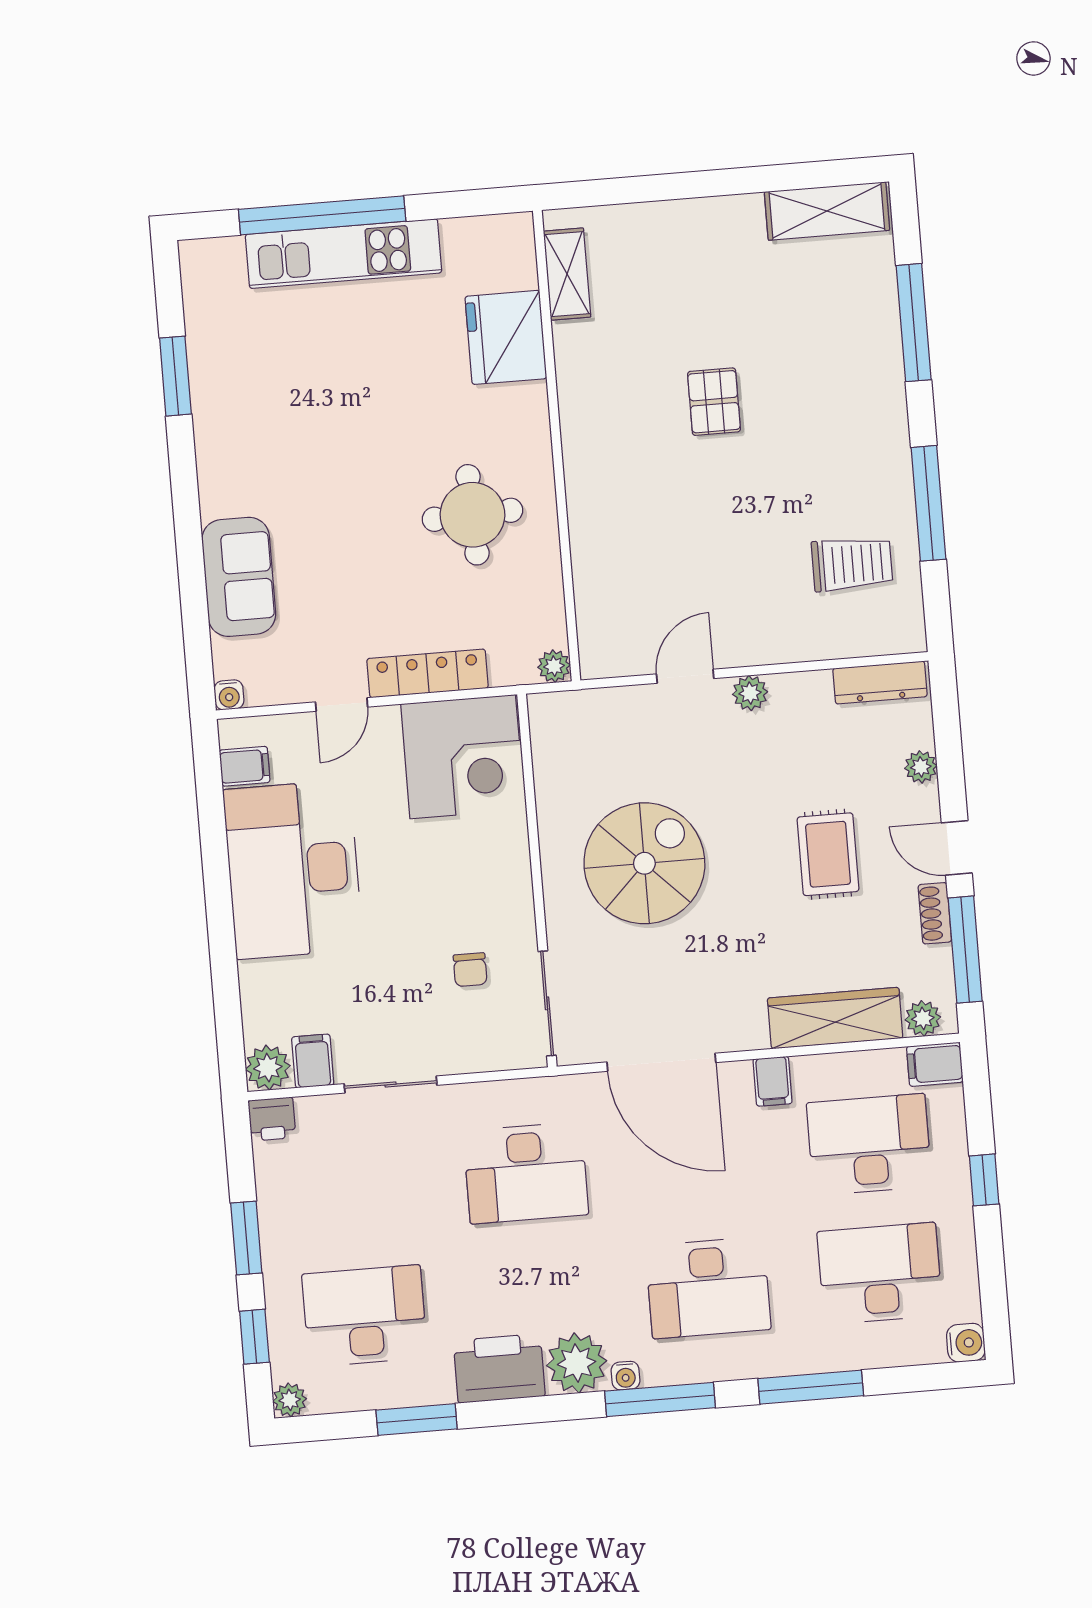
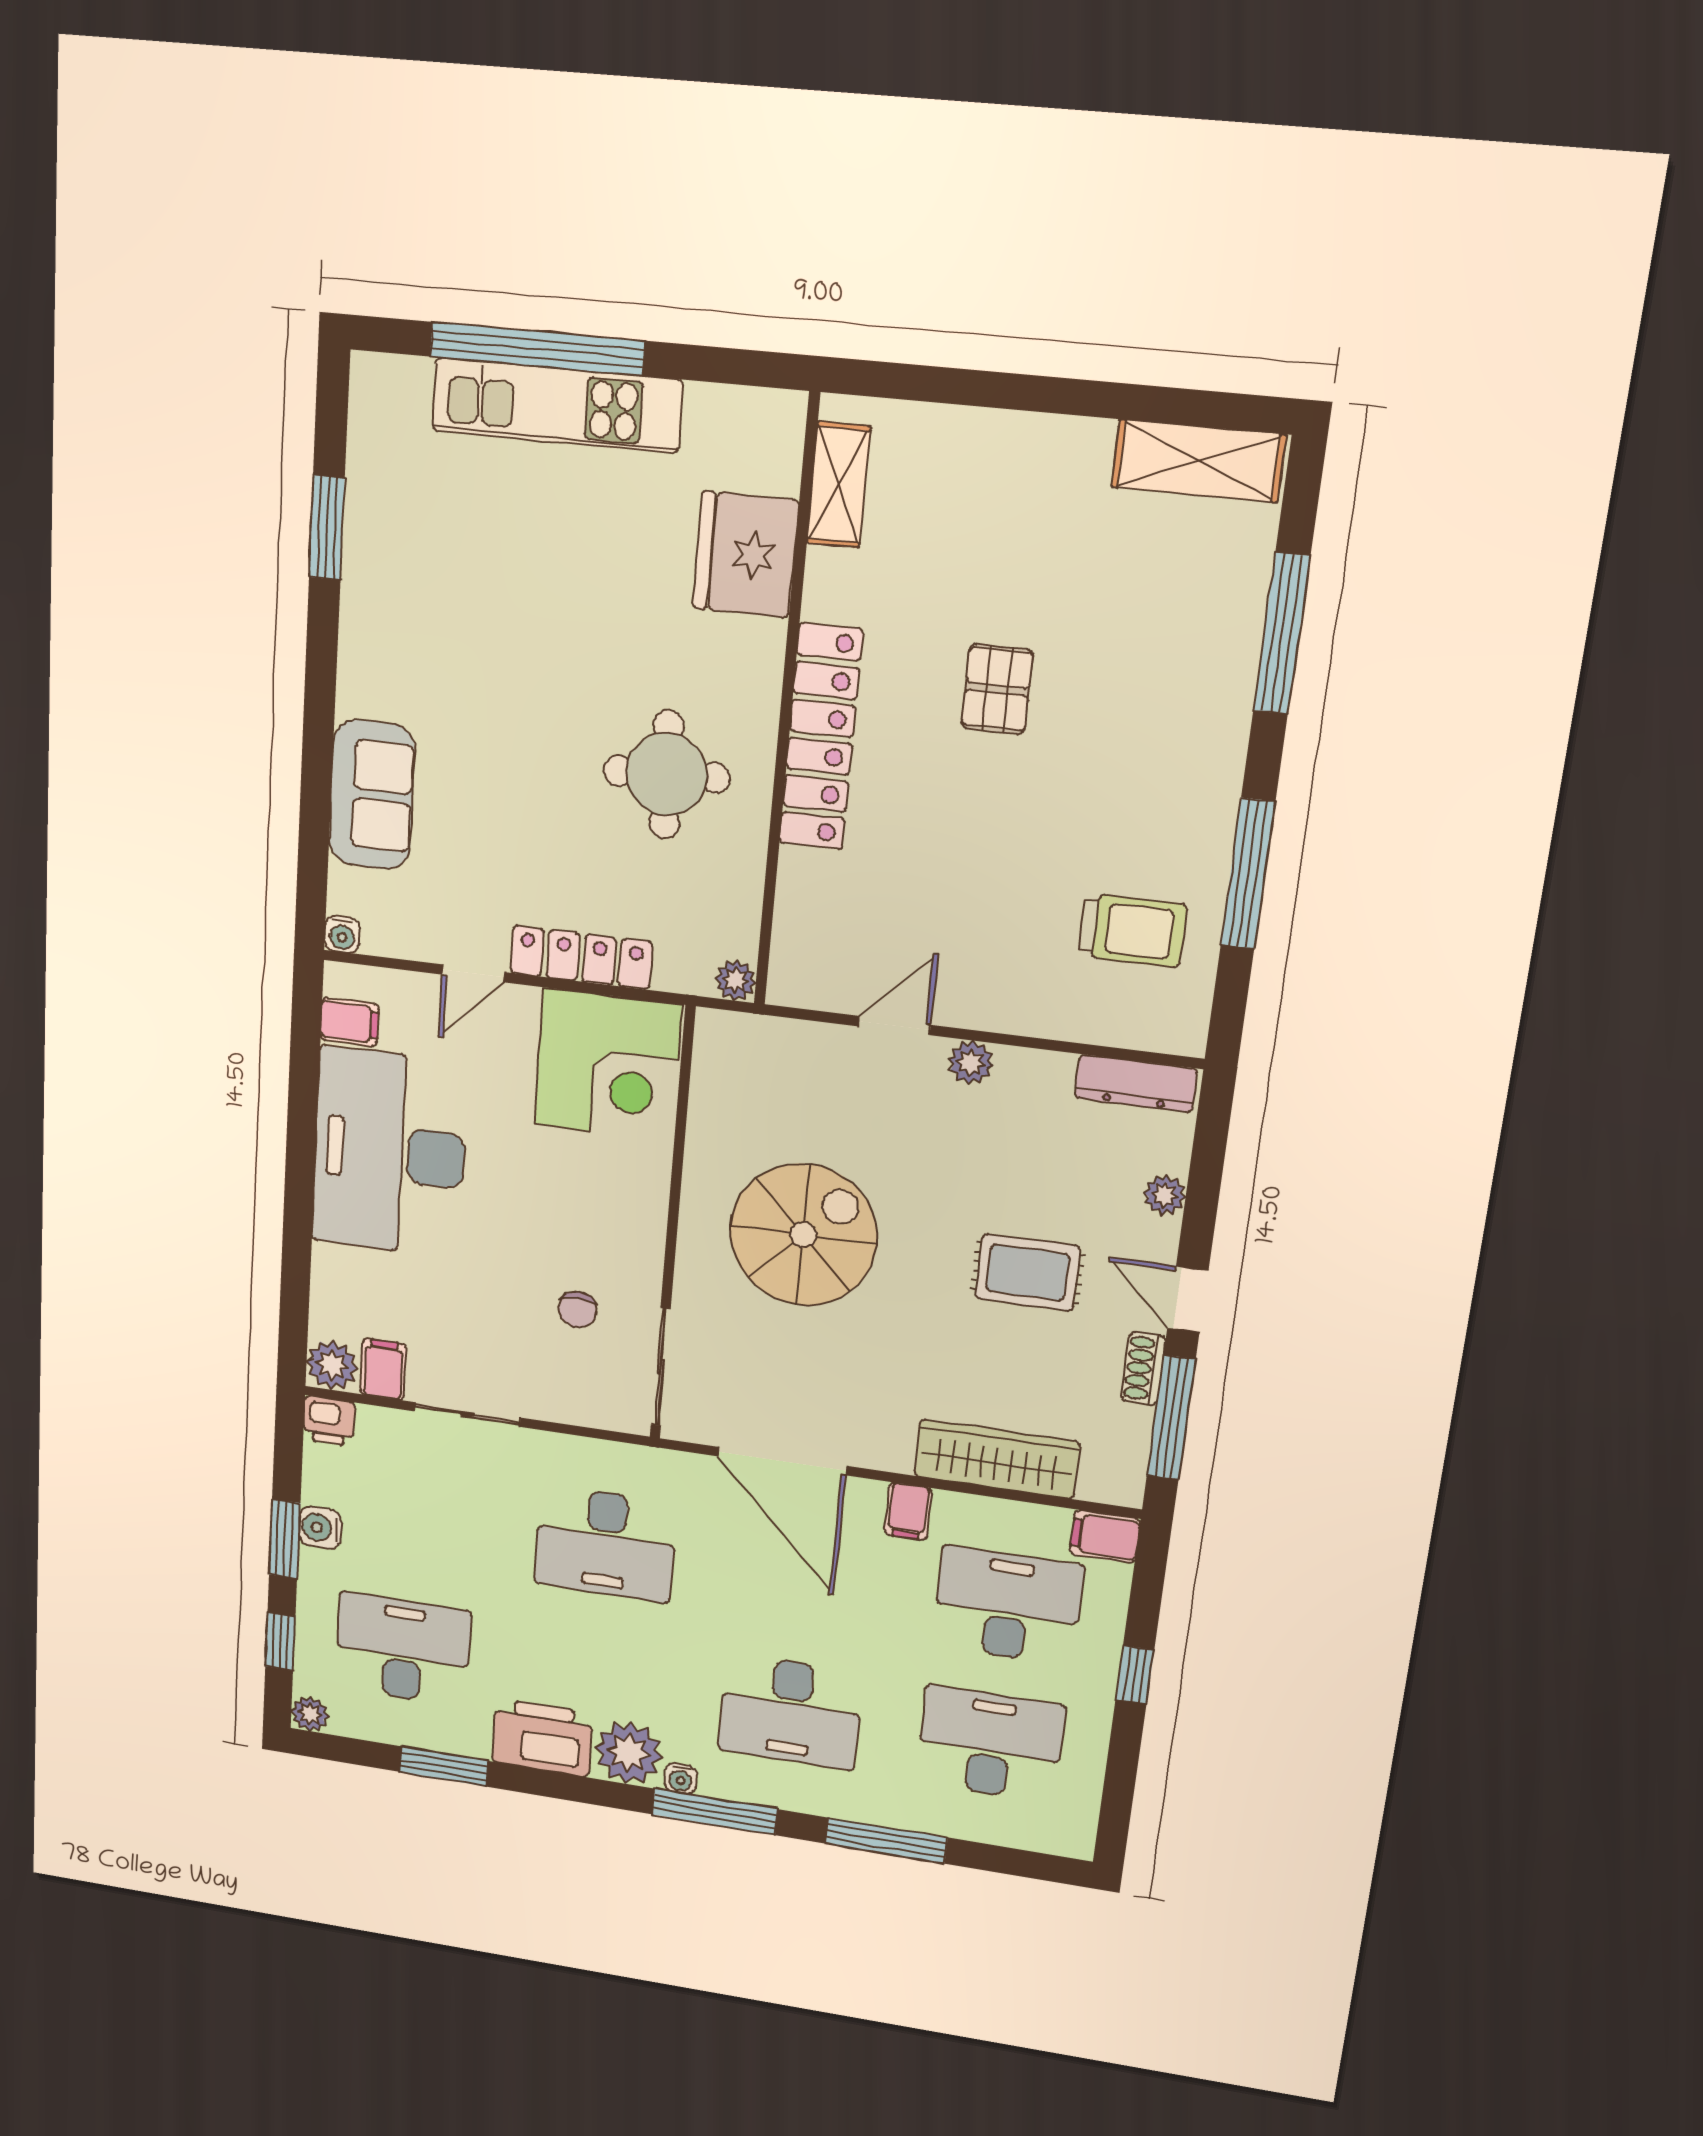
locker: (587, 463) -> (821, 737), added
rug: (828, 854) -> (1028, 1272), turned 90
plant: (923, 1018) -> (1102, 1483), removed
water cooler: (966, 1343) -> (320, 1528), moved, turned 180

